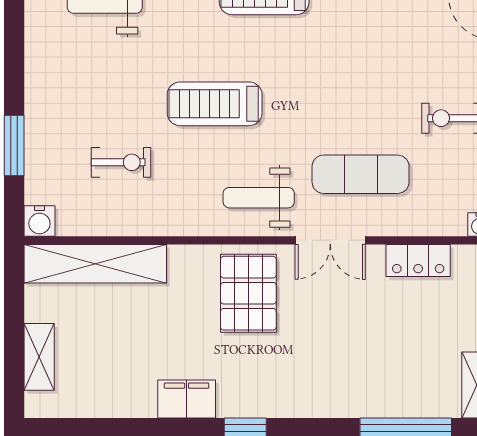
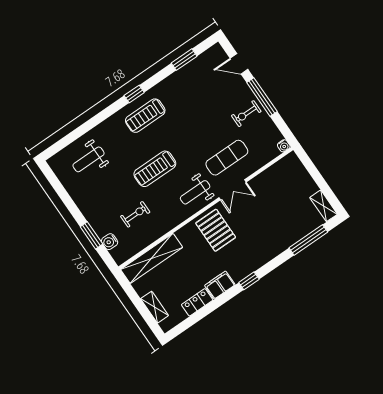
water cooler: (39, 221) -> (110, 242), moved, turned 90
locker: (418, 261) -> (197, 302), moved, turned 180

